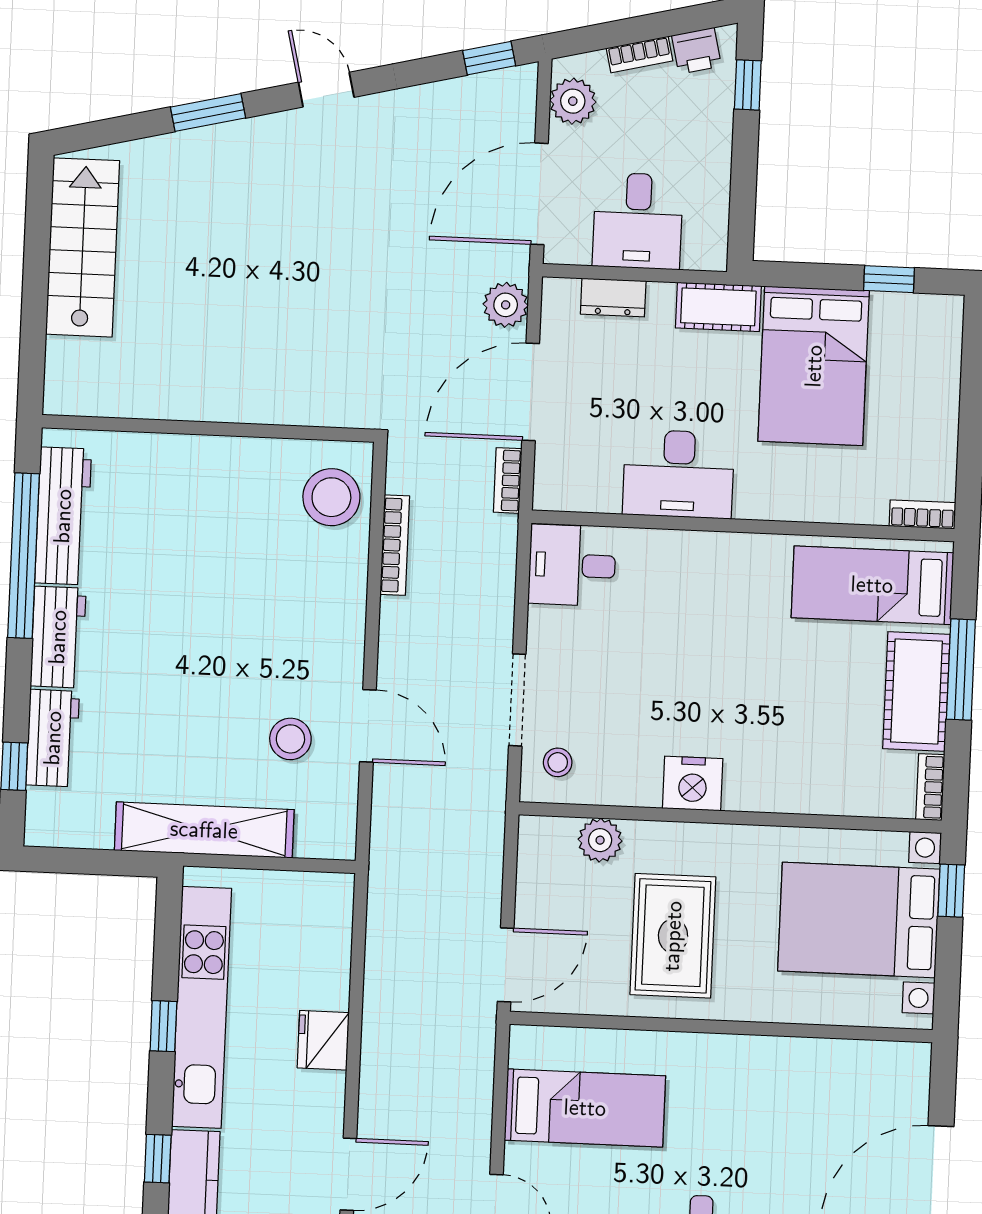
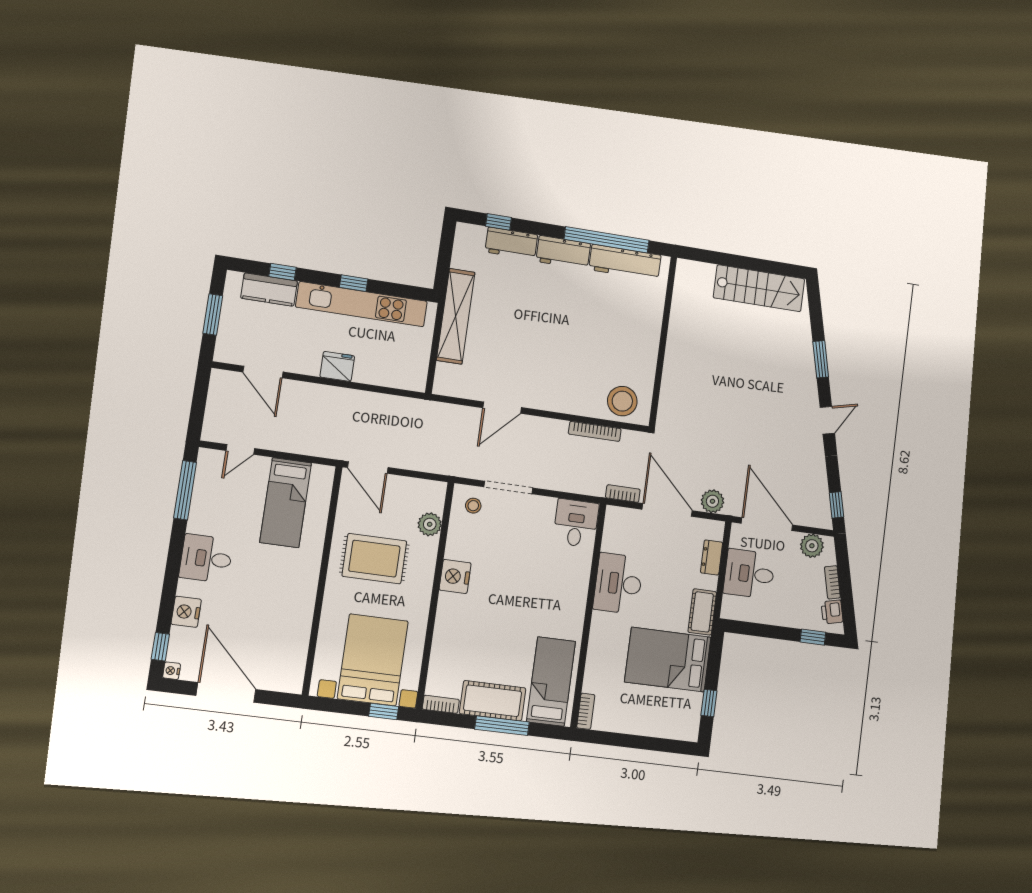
stool: (290, 739) -> (499, 366), removed

